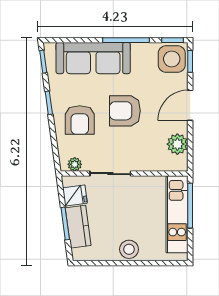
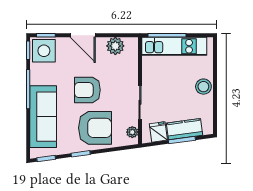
armchair: (125, 111) -> (87, 90), turned 90
armchair: (80, 120) -> (95, 128), width x1.36, depth x1.36

